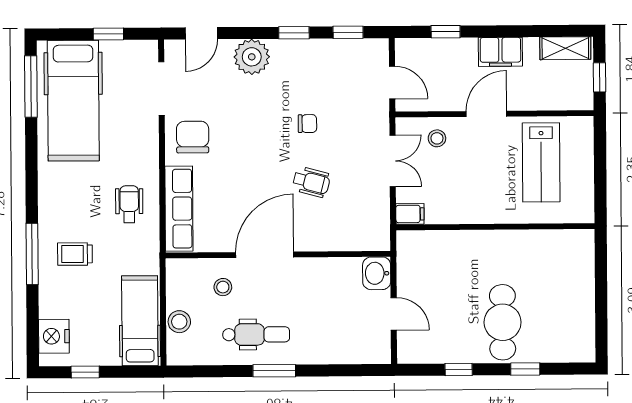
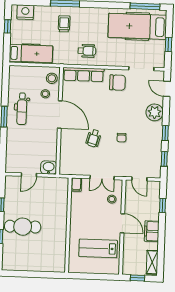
door: (392, 83) -> (139, 179), hinge flipped
stool: (179, 322) -> (52, 78), moved

